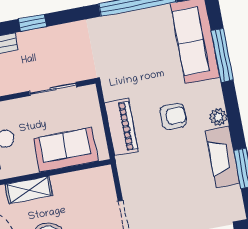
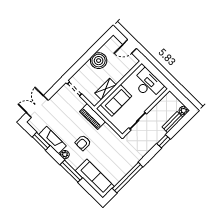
window: (222, 55) -> (71, 171), moved
piano: (121, 127) -> (92, 117), moved
shelving: (29, 190) -> (106, 89), moved

